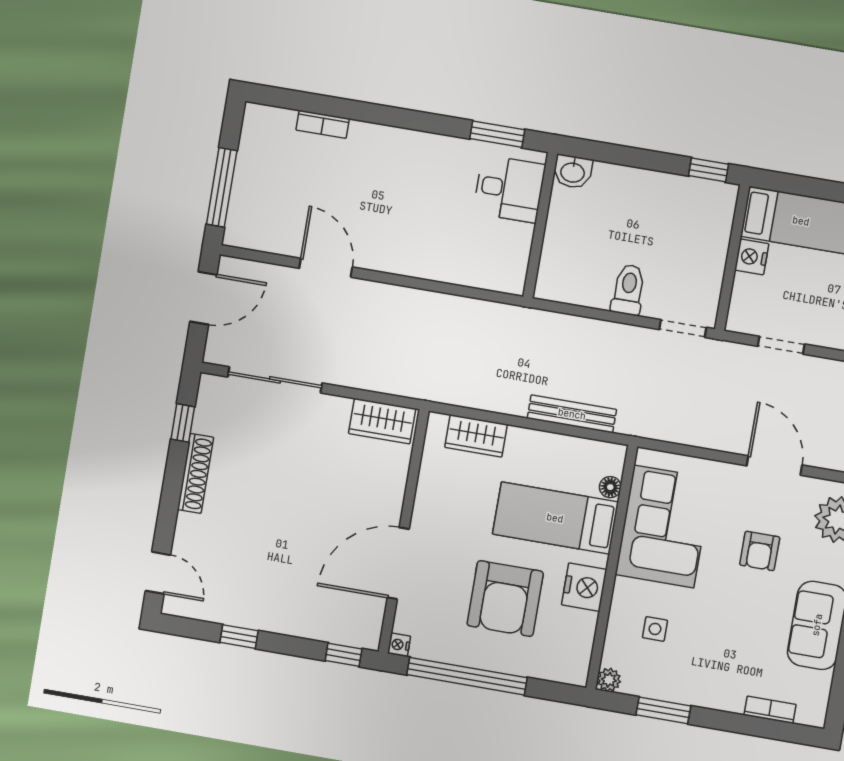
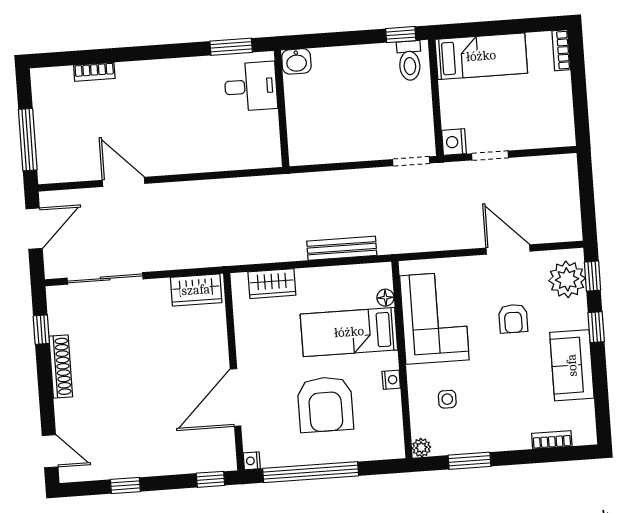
nightstand: (752, 257) -> (454, 142), moved
toilet: (628, 290) -> (409, 61), moved, turned 180
nightstand: (584, 587) -> (391, 380), width x0.53, depth x0.56

